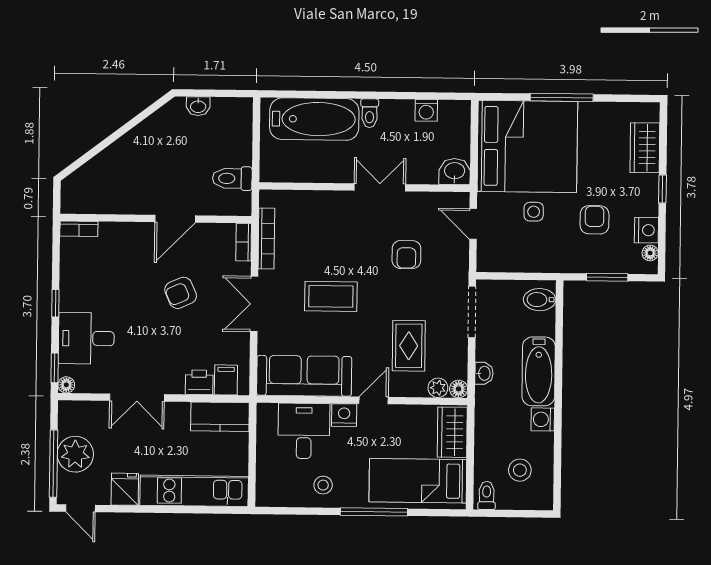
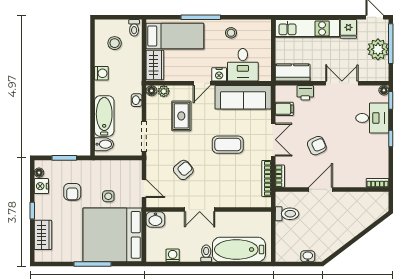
armchair: (406, 255) -> (183, 170), turned 50
bathtub: (539, 371) -> (104, 116), moved
filing cabinet: (226, 380) -> (284, 109), moved, turned -90

